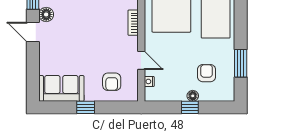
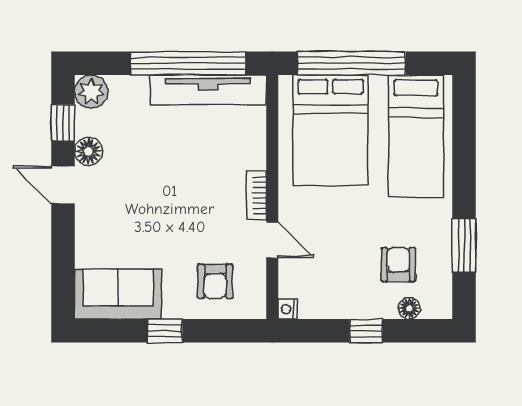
bookcase: (133, 23) -> (257, 196), moved
nightstand: (149, 81) -> (287, 309), moved
floor lamp: (193, 96) -> (409, 308), moved

